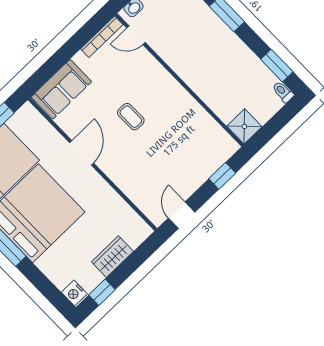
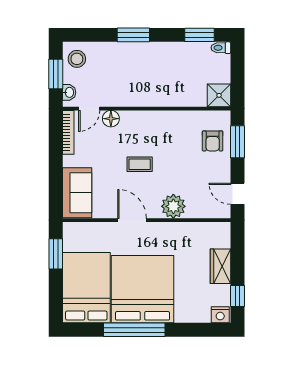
floor lamp: (145, 60) -> (111, 119), added
armchair: (204, 156) -> (213, 141), added
plant: (123, 175) -> (173, 206), added
window: (222, 176) -> (237, 142), width x1.50

